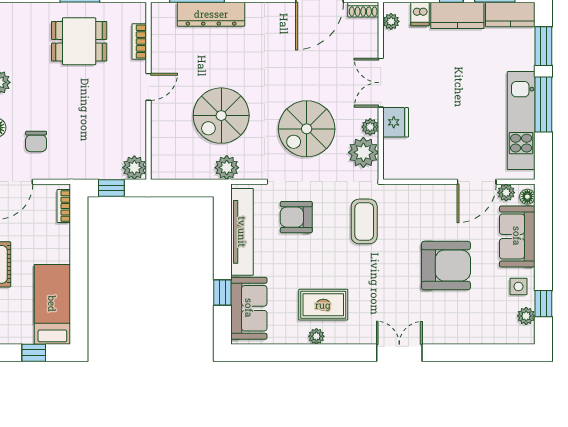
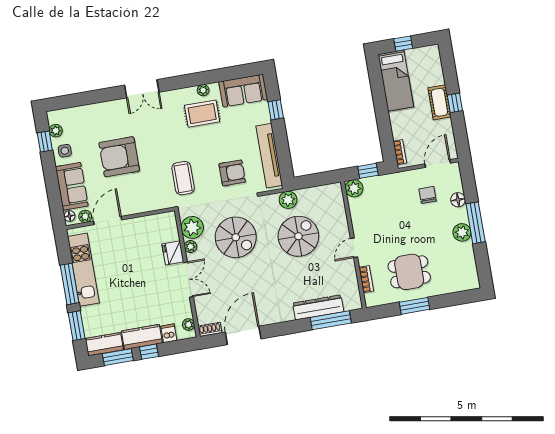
spiral stairs: (307, 129) -> (236, 237), turned 90
sofa: (249, 308) -> (243, 91), moved, turned -90

